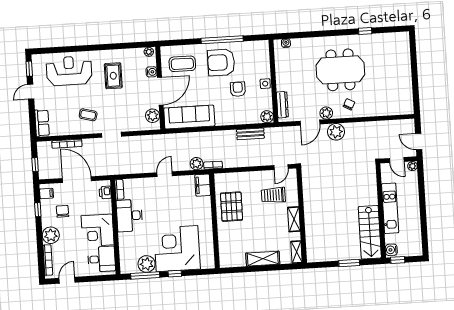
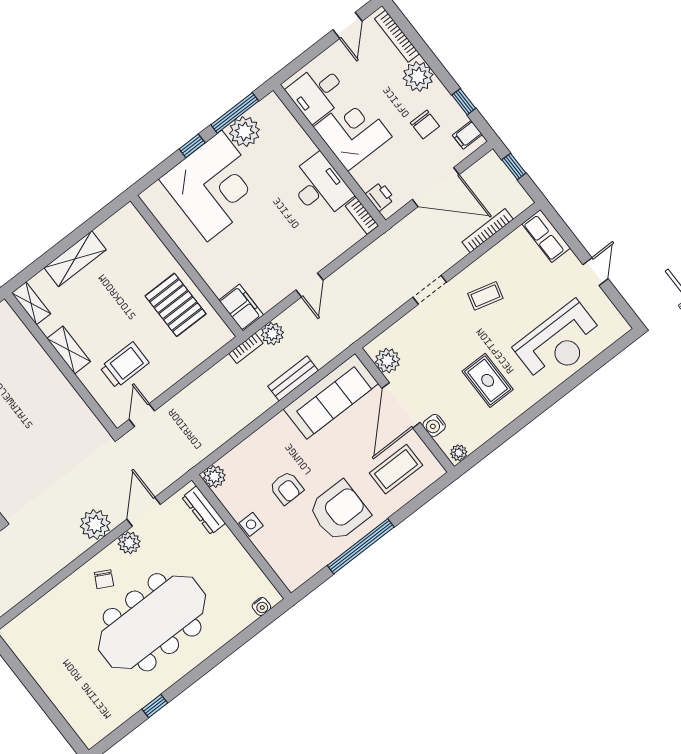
window: (29, 69) -> (621, 305), removed
meeting table: (340, 70) -> (152, 622), width x1.36
bench: (250, 134) -> (293, 378), moved

